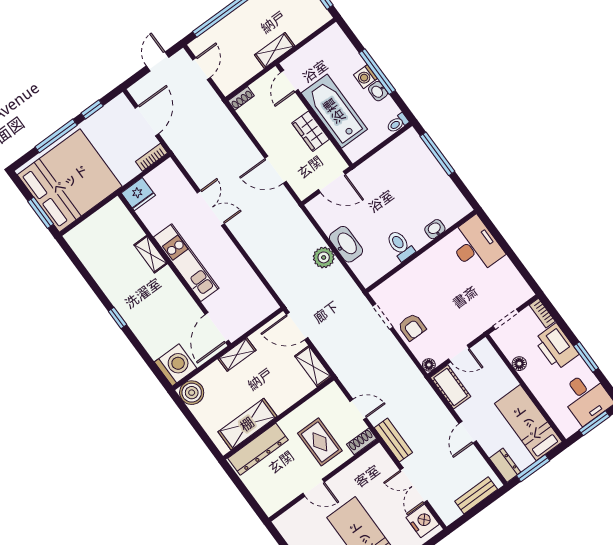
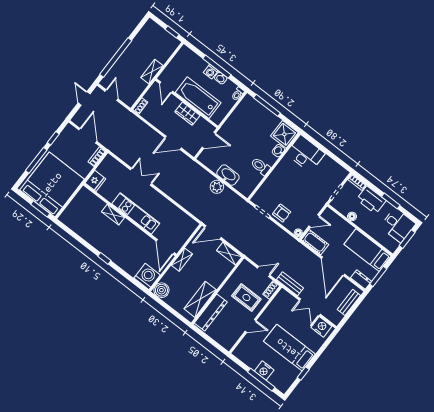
shower: (451, 206) -> (284, 134), added
door: (468, 432) -> (333, 266), width x1.87

